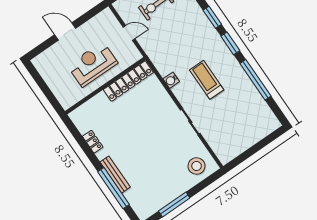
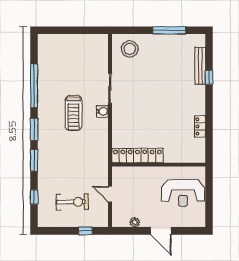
plant: (92, 24) -> (135, 222), added
reception desk: (93, 64) -> (183, 193), moved
water cooler: (171, 80) -> (102, 111), moved
bench: (115, 175) -> (200, 66), moved
window: (113, 188) -> (209, 77), width x0.32

